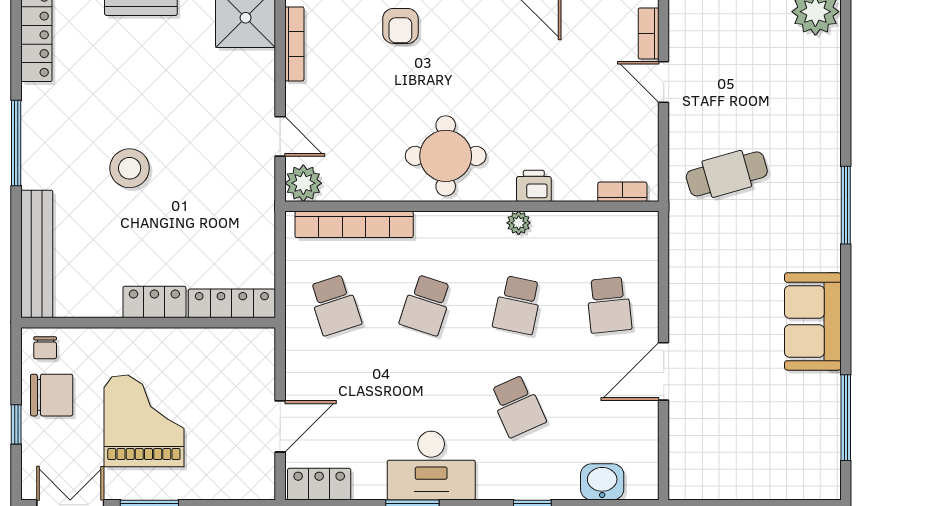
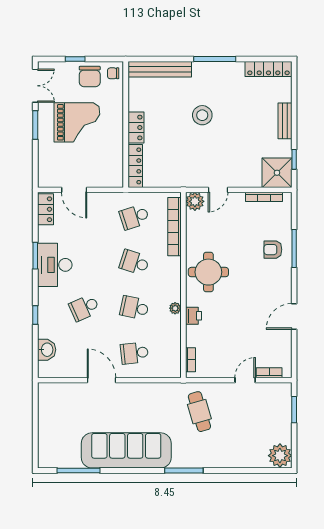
sofa: (813, 321) -> (126, 450), width x1.85, depth x1.27

